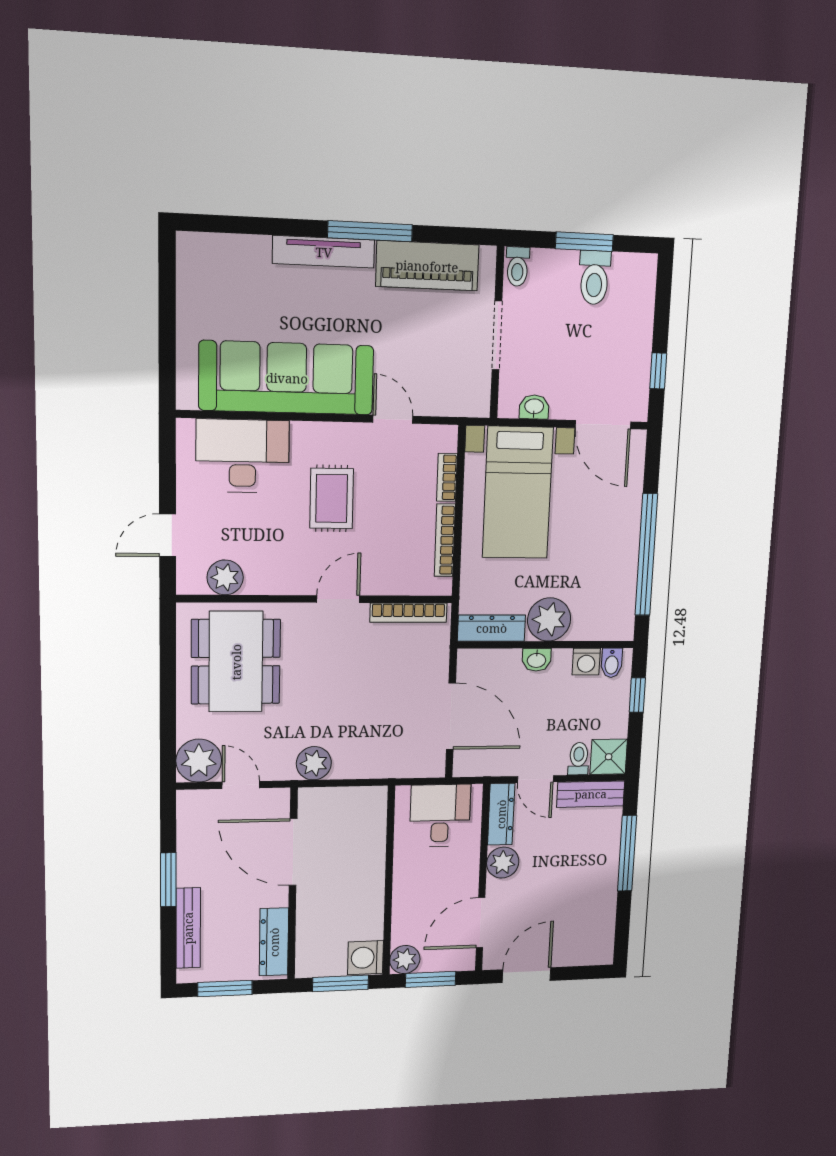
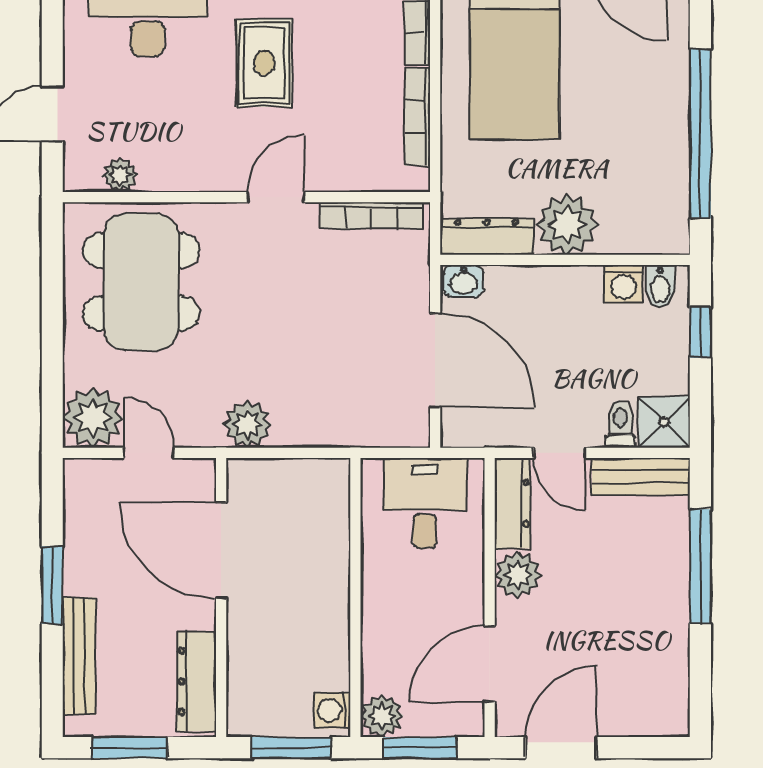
plant: (225, 577) -> (120, 175), width x0.73, depth x0.73
washbasin: (537, 660) -> (463, 281), moved
washing machine: (365, 958) -> (332, 710), width x0.73, depth x0.73

